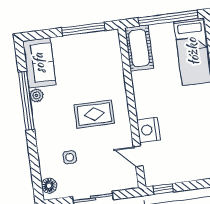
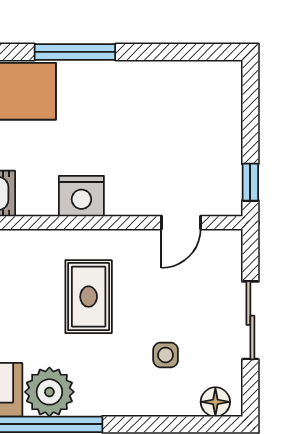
plant: (36, 95) -> (49, 392), width x1.87, depth x1.87
nightstand: (148, 130) -> (81, 196), moved

